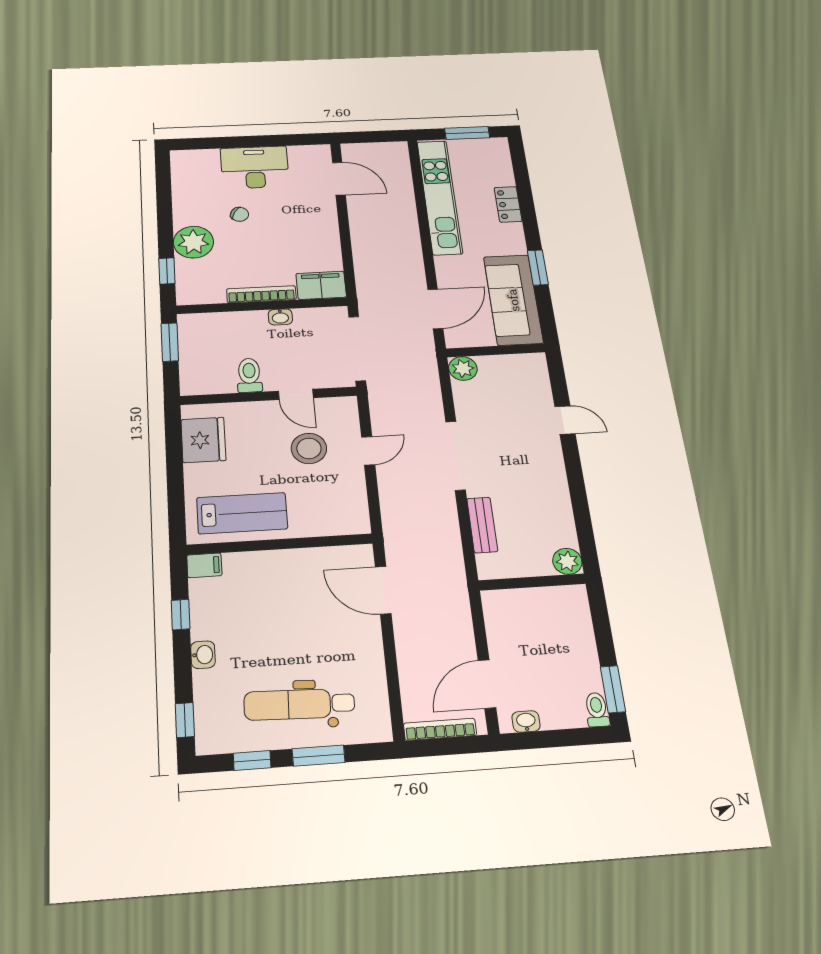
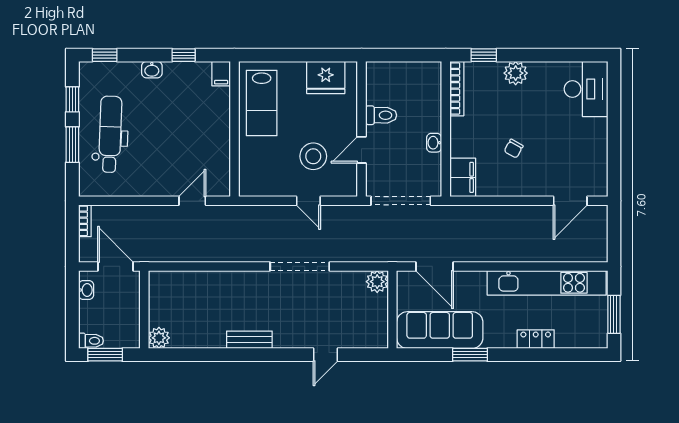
desk: (255, 167) -> (586, 89), moved
chair: (240, 214) -> (514, 149), moved
plant: (193, 242) -> (516, 73), width x0.73, depth x0.73
bookcase: (261, 294) -> (457, 89), moved
window: (170, 342) -> (415, 55), removed
bench: (482, 525) -> (249, 340), moved
plant: (567, 561) -> (159, 338), moved
wall: (532, 582) -> (144, 309), moved
door: (383, 590) -> (192, 201), width x0.73
bookcase: (440, 729) -> (85, 221), width x0.64

